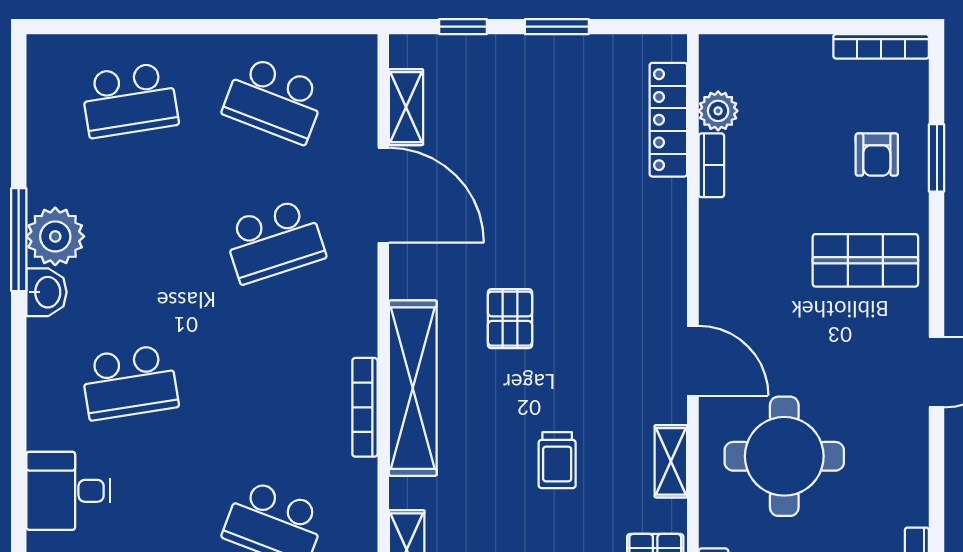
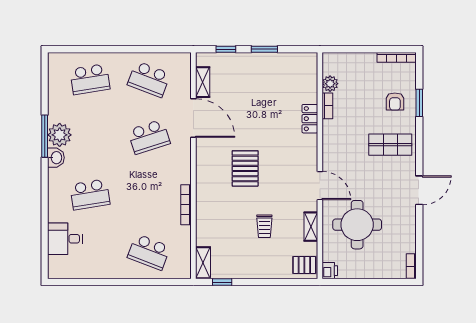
locker: (668, 120) -> (310, 119), moved, width x0.66
pallet: (510, 319) -> (245, 168), width x1.50, depth x1.42
shelving: (413, 388) -> (205, 197), removed

